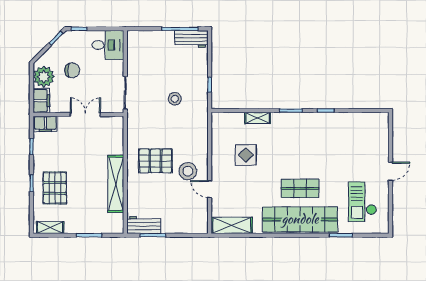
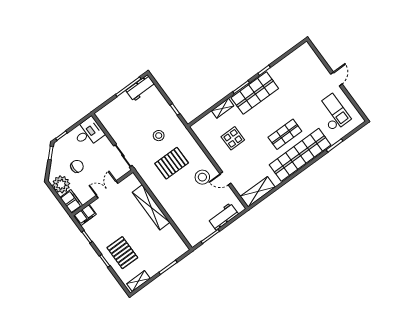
shop shelf: (300, 126) -> (255, 93), added
pallet: (155, 161) -> (172, 163), moved
shelving: (116, 184) -> (151, 207), moved
checkout: (363, 202) -> (333, 113), turned 180
workbench: (144, 225) -> (223, 216), moved

